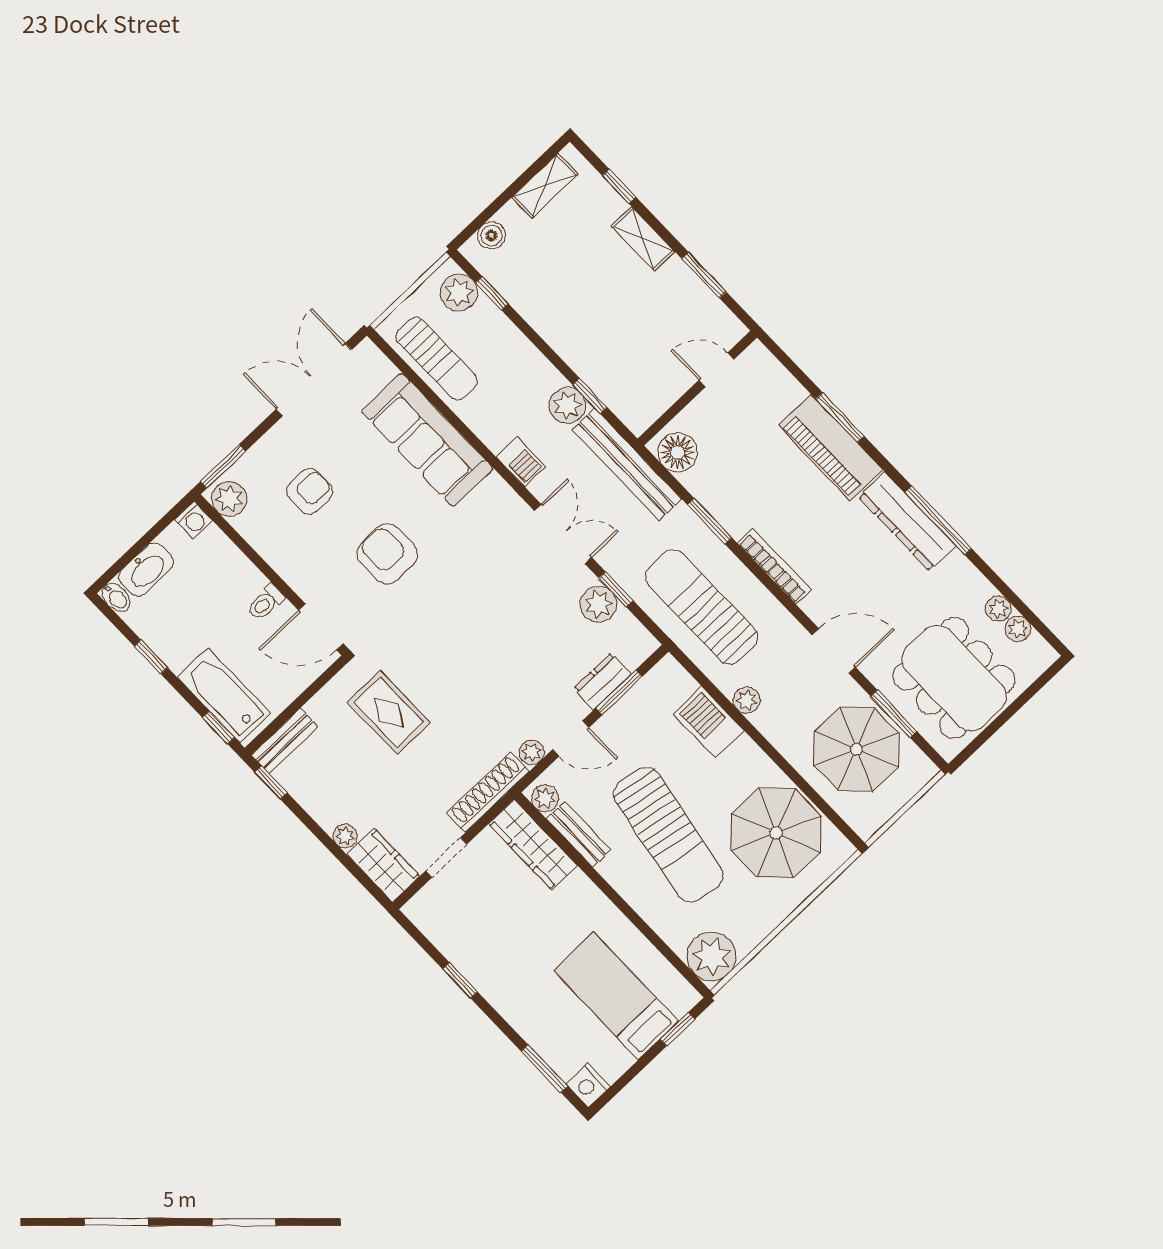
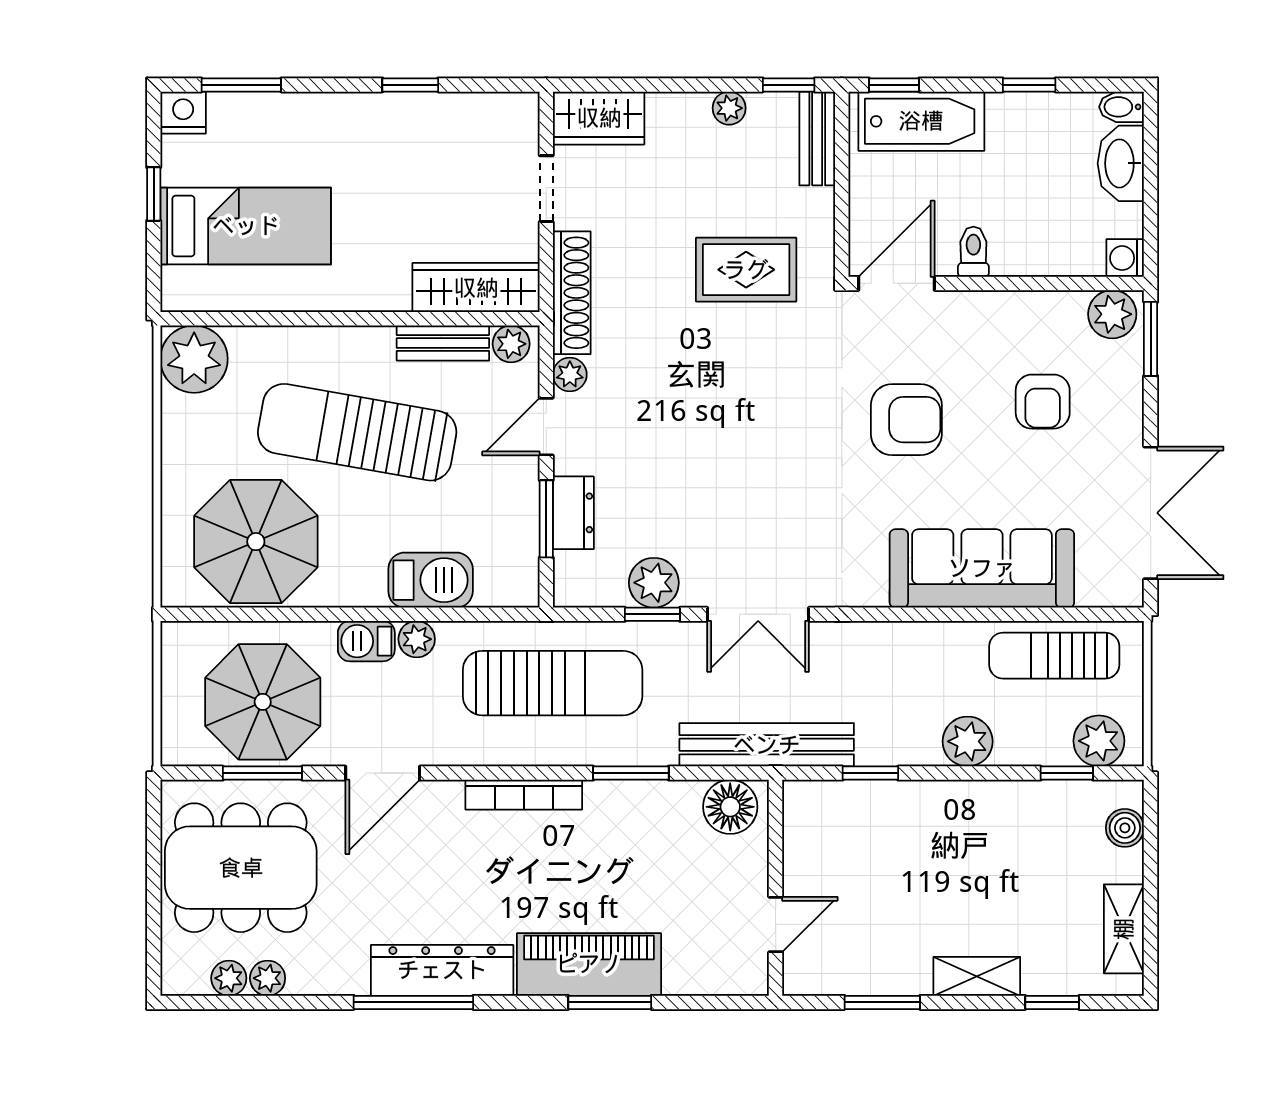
plant: (567, 405) -> (968, 741), moved
barbecue: (521, 462) -> (366, 641), moved
plant: (345, 836) -> (729, 108), moved
window: (678, 1029) -> (154, 194), moved

